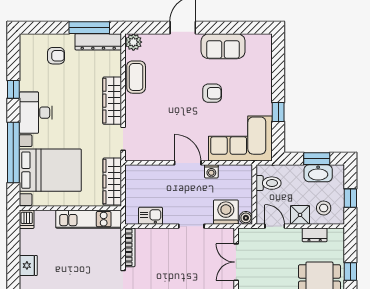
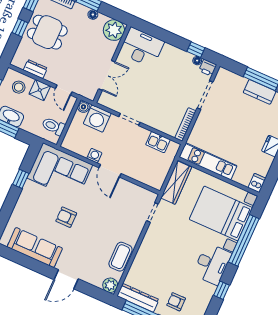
sofa: (223, 46) -> (35, 248), width x1.36
wardrobe: (112, 101) -> (148, 246), removed

